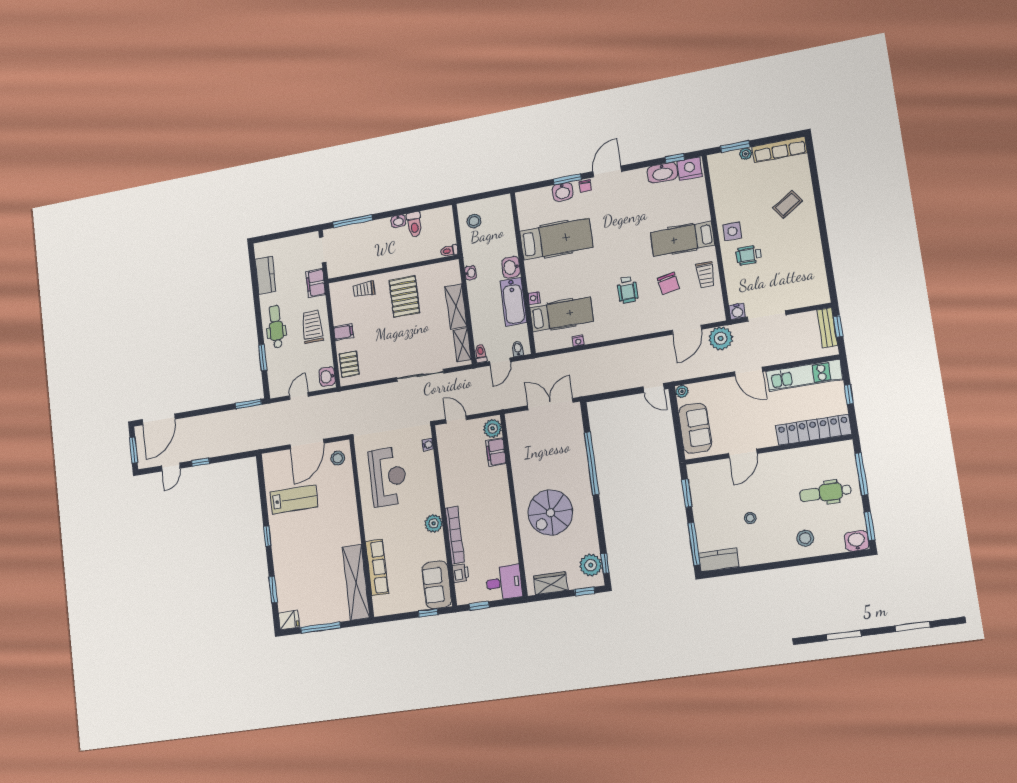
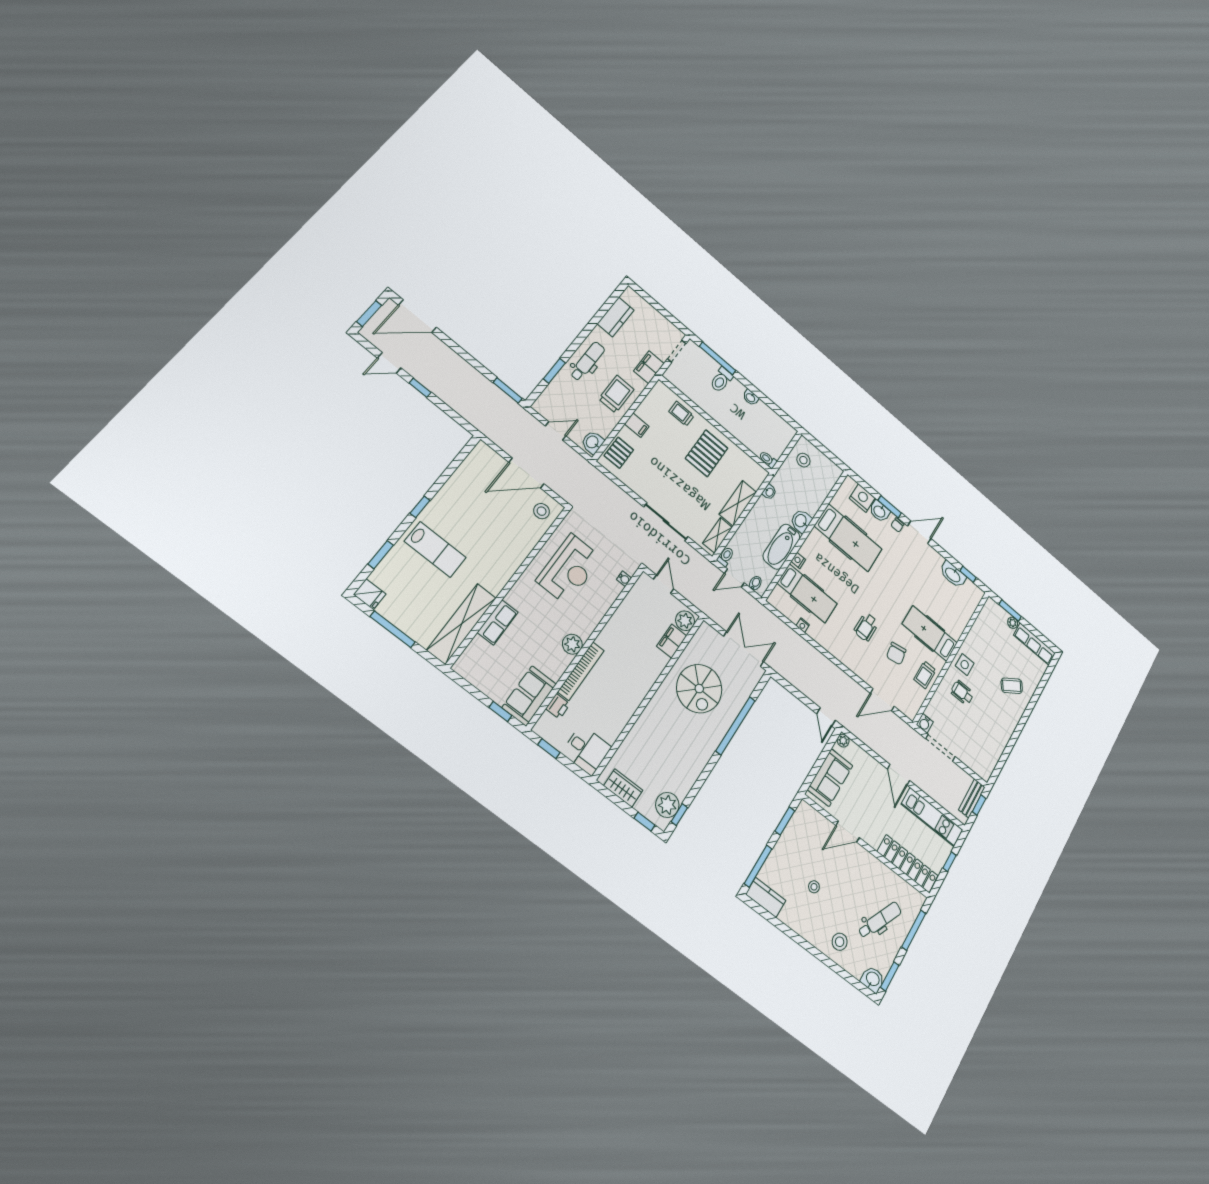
nightstand: (690, 169) -> (862, 498), moved
toilet: (414, 224) -> (721, 380), moved
plant: (721, 338) -> (899, 731), removed
dental chair: (826, 493) -> (880, 920), turned 116
lab bench: (294, 499) -> (435, 549), moved
spiral stairs: (550, 513) -> (699, 689), moved, turned -90
row of seats: (377, 567) -> (498, 622), width x0.68

